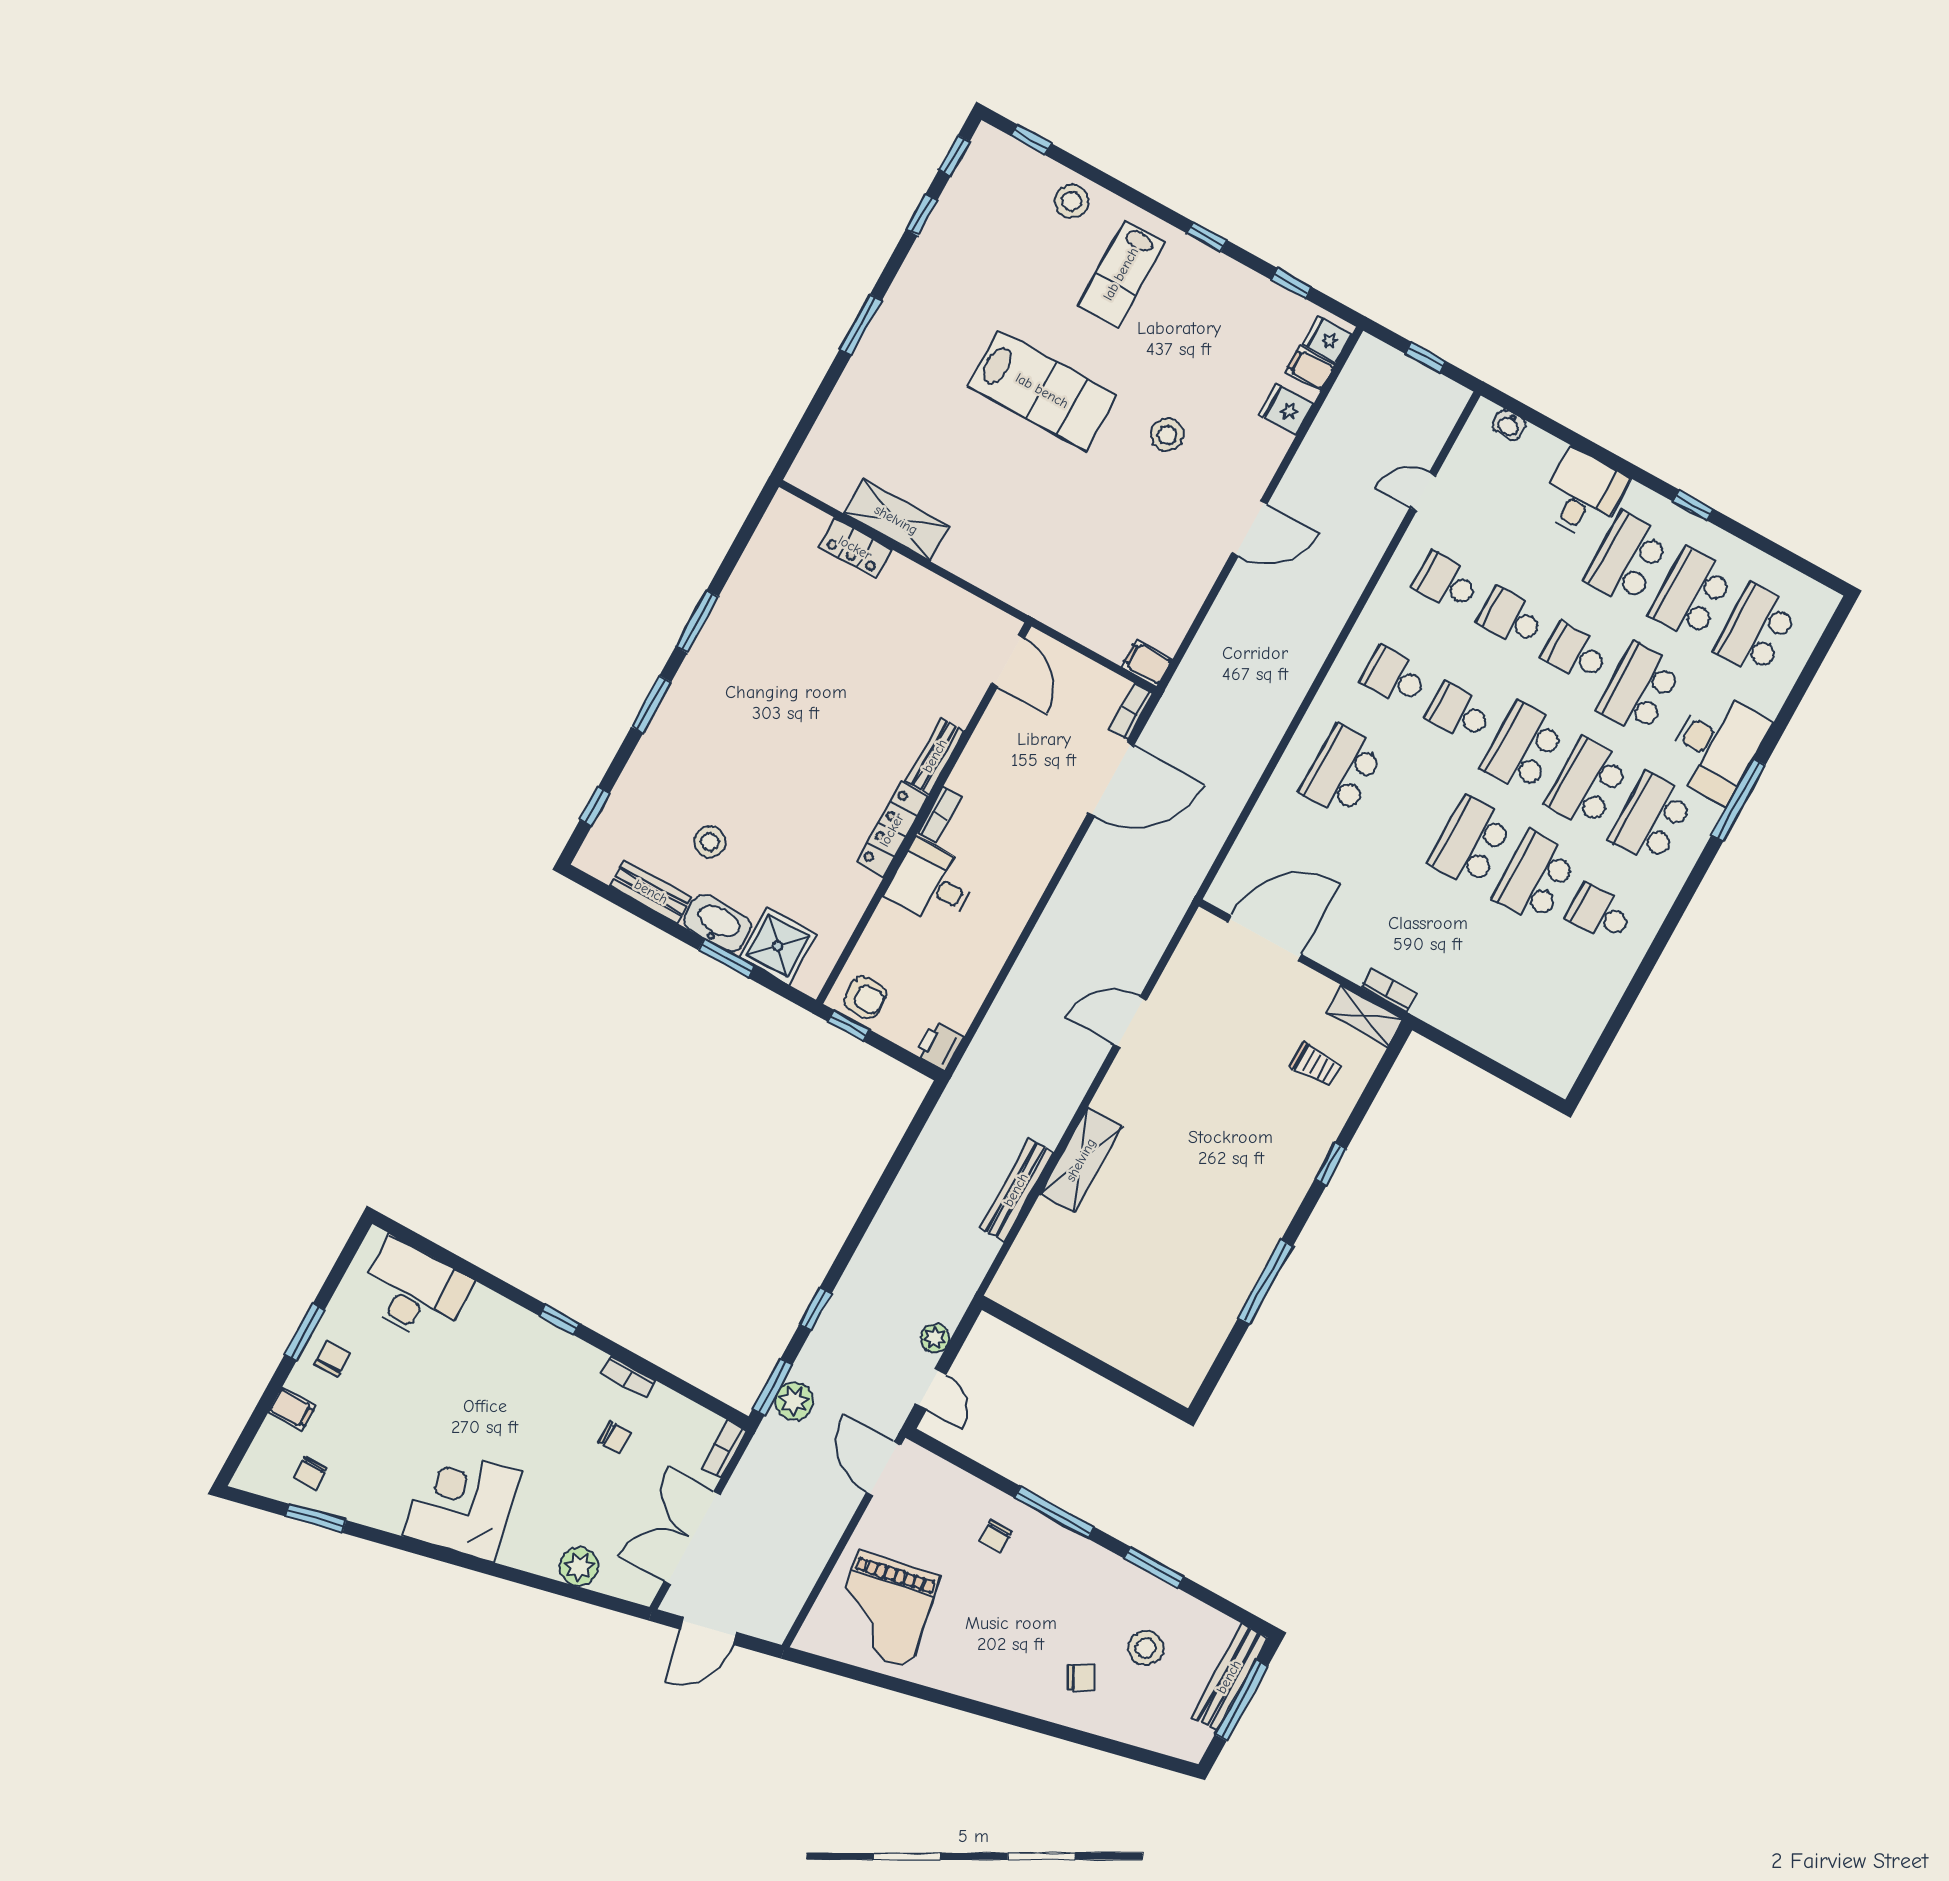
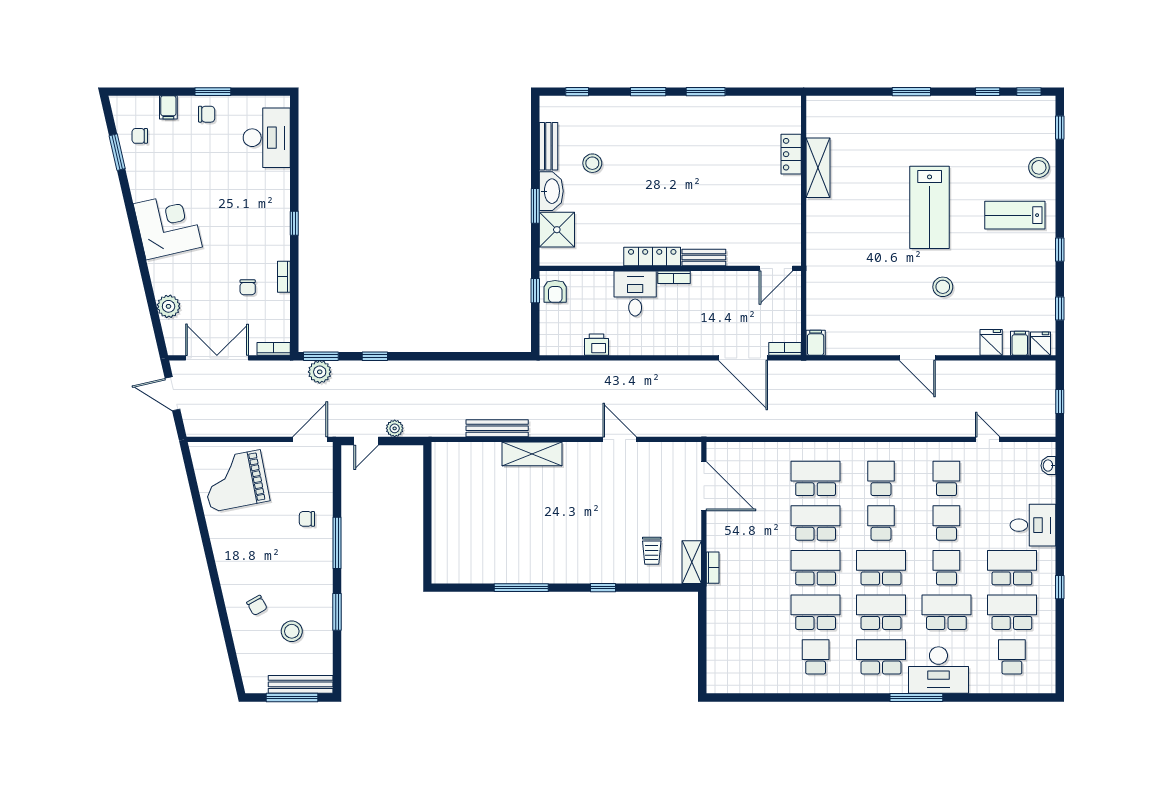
school desk: (1756, 630) -> (1012, 657), width x0.54
school desk: (1407, 806) -> (816, 523), added
printer: (939, 1046) -> (596, 345), moved

